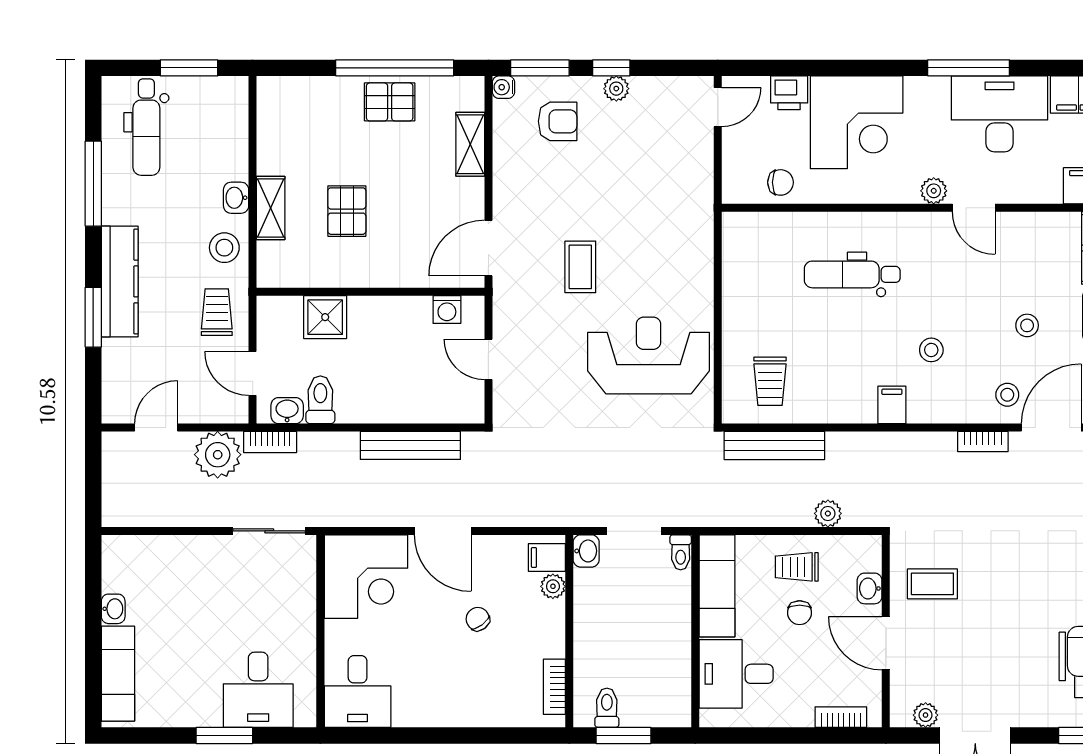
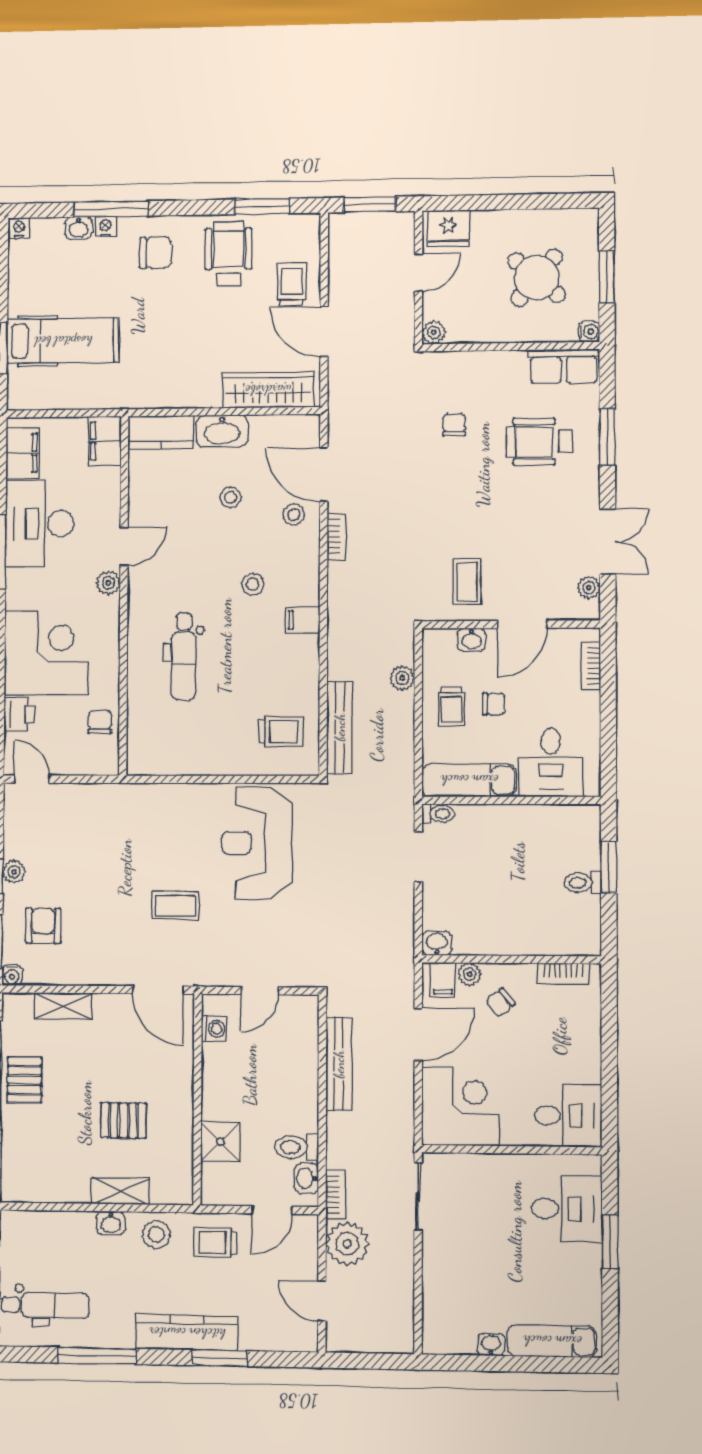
washbasin: (586, 551) -> (437, 943), moved
filing cabinet: (547, 557) -> (443, 980), moved
plant: (553, 586) -> (470, 974), moved
wall: (569, 631) -> (511, 959), moved
bookcase: (554, 687) -> (563, 974), moved

